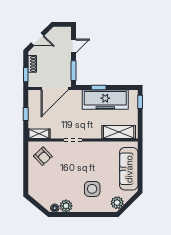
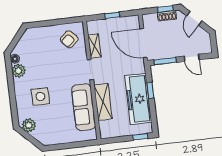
window: (26, 75) -> (165, 9), moved
shelving: (119, 132) -> (103, 102), moved
shelving: (39, 134) -> (94, 46), moved
sofa: (129, 169) -> (83, 107), moved, turned -90

